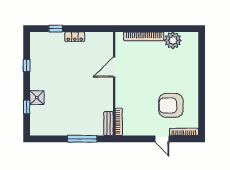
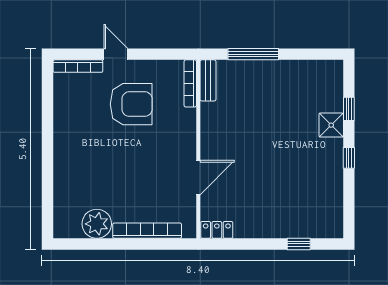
locker: (75, 37) -> (217, 230), moved
window: (27, 66) -> (349, 158), moved
armchair: (171, 105) -> (131, 104), moved

